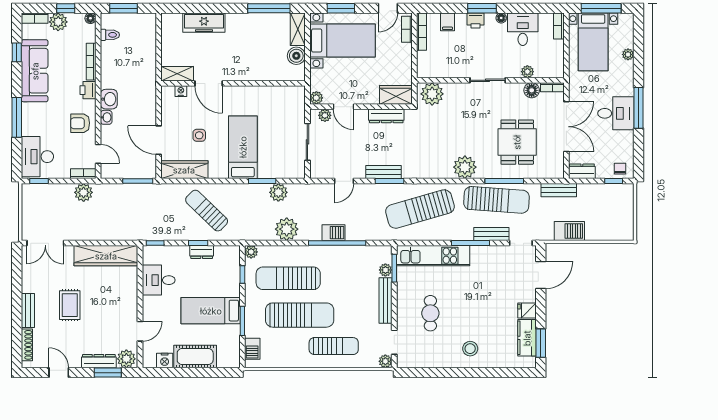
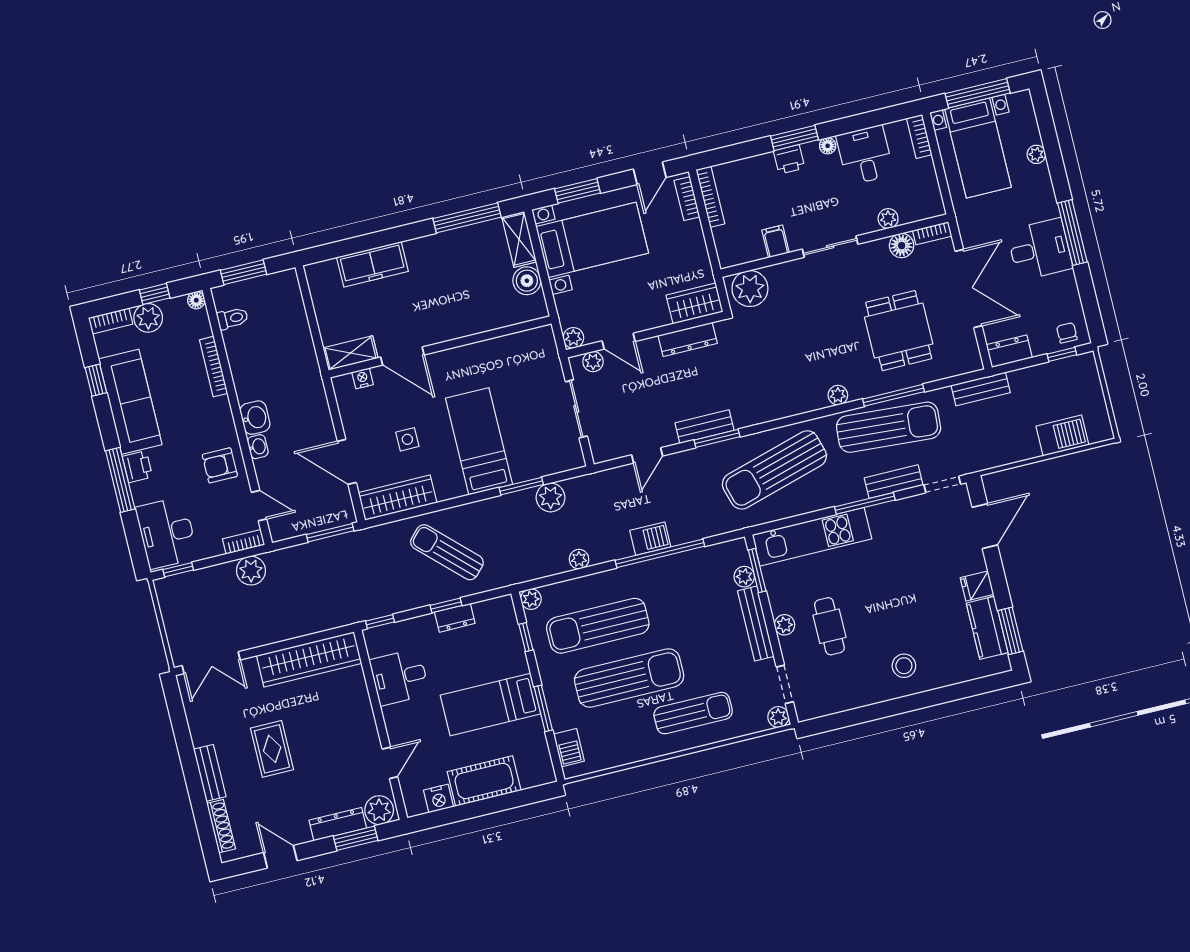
filing cabinet: (447, 22) -> (776, 241), moved, turned 180
printer: (88, 90) -> (137, 467), moved, turned 180
plant: (465, 167) -> (838, 395), width x0.53, depth x0.53
plant: (287, 229) -> (579, 559), width x0.53, depth x0.53
barbecue: (569, 231) -> (1062, 436), moved
plant: (403, 306) -> (785, 625), added

